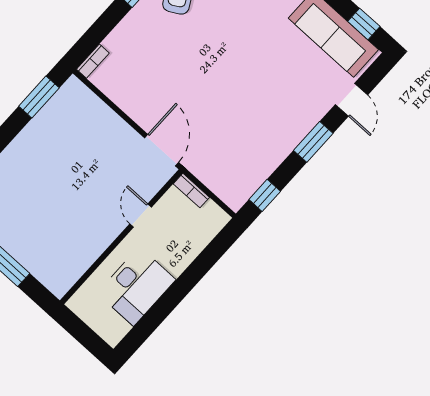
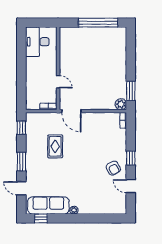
plant: (73, 90) -> (121, 104), added
rug: (238, 118) -> (55, 146), added
desk: (136, 286) -> (37, 42), moved

